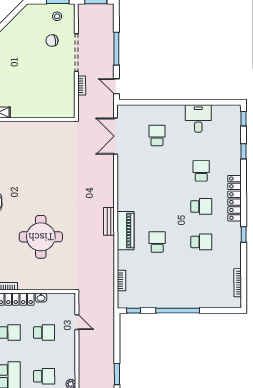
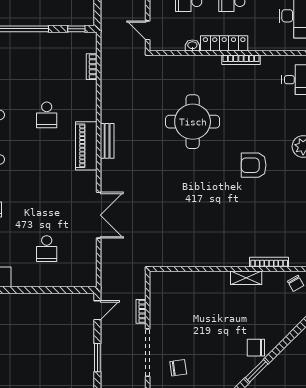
window: (116, 49) -> (97, 358), width x0.69
door: (116, 86) -> (97, 310), hinge flipped
double door: (116, 136) -> (99, 215), moved
piano: (126, 231) -> (86, 146), moved
door: (77, 322) -> (148, 30), moved

